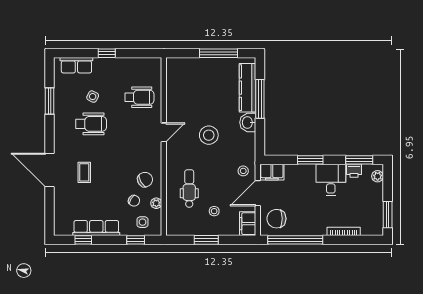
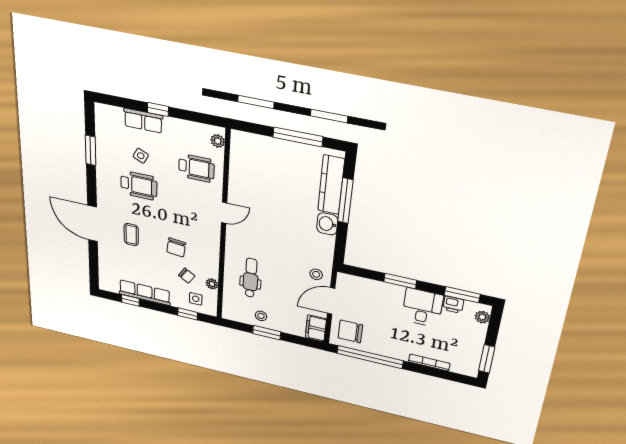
row of seats: (76, 65) -> (143, 121), moved
plant: (156, 70) -> (218, 141), added
stool: (209, 135) -> (278, 227), removed
filing cabinet: (272, 172) -> (351, 283), removed
chair: (145, 180) -> (176, 247), moved, turned 127
stool: (214, 211) -> (261, 316), moved

